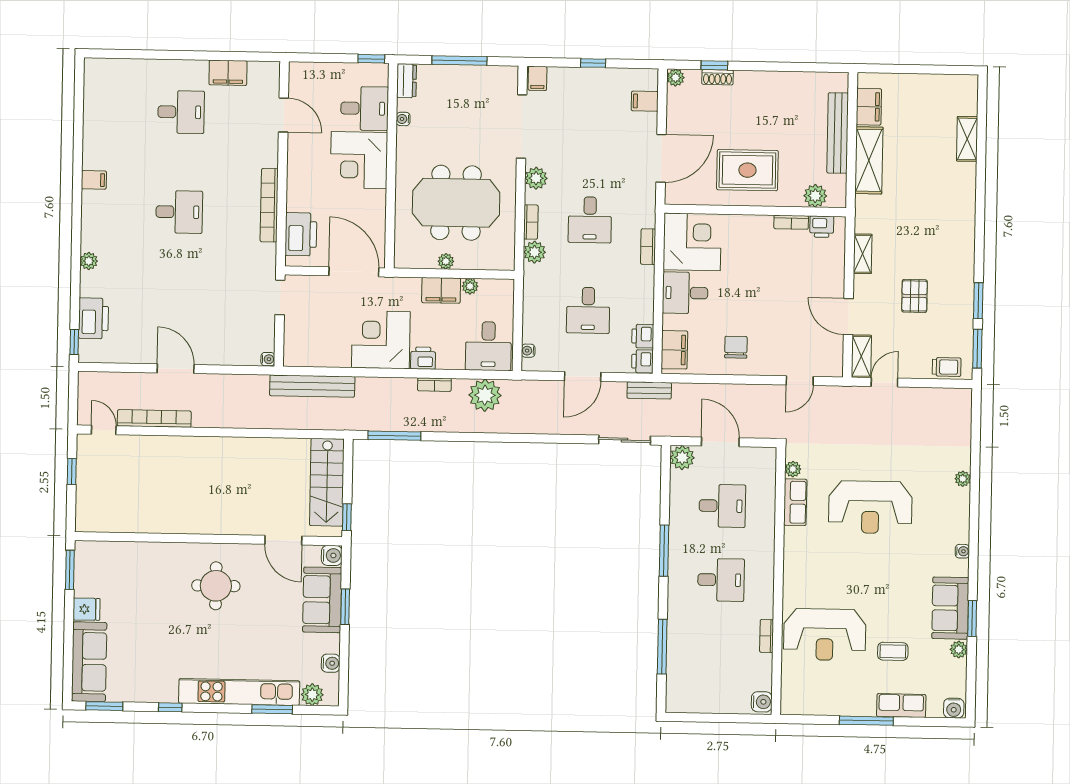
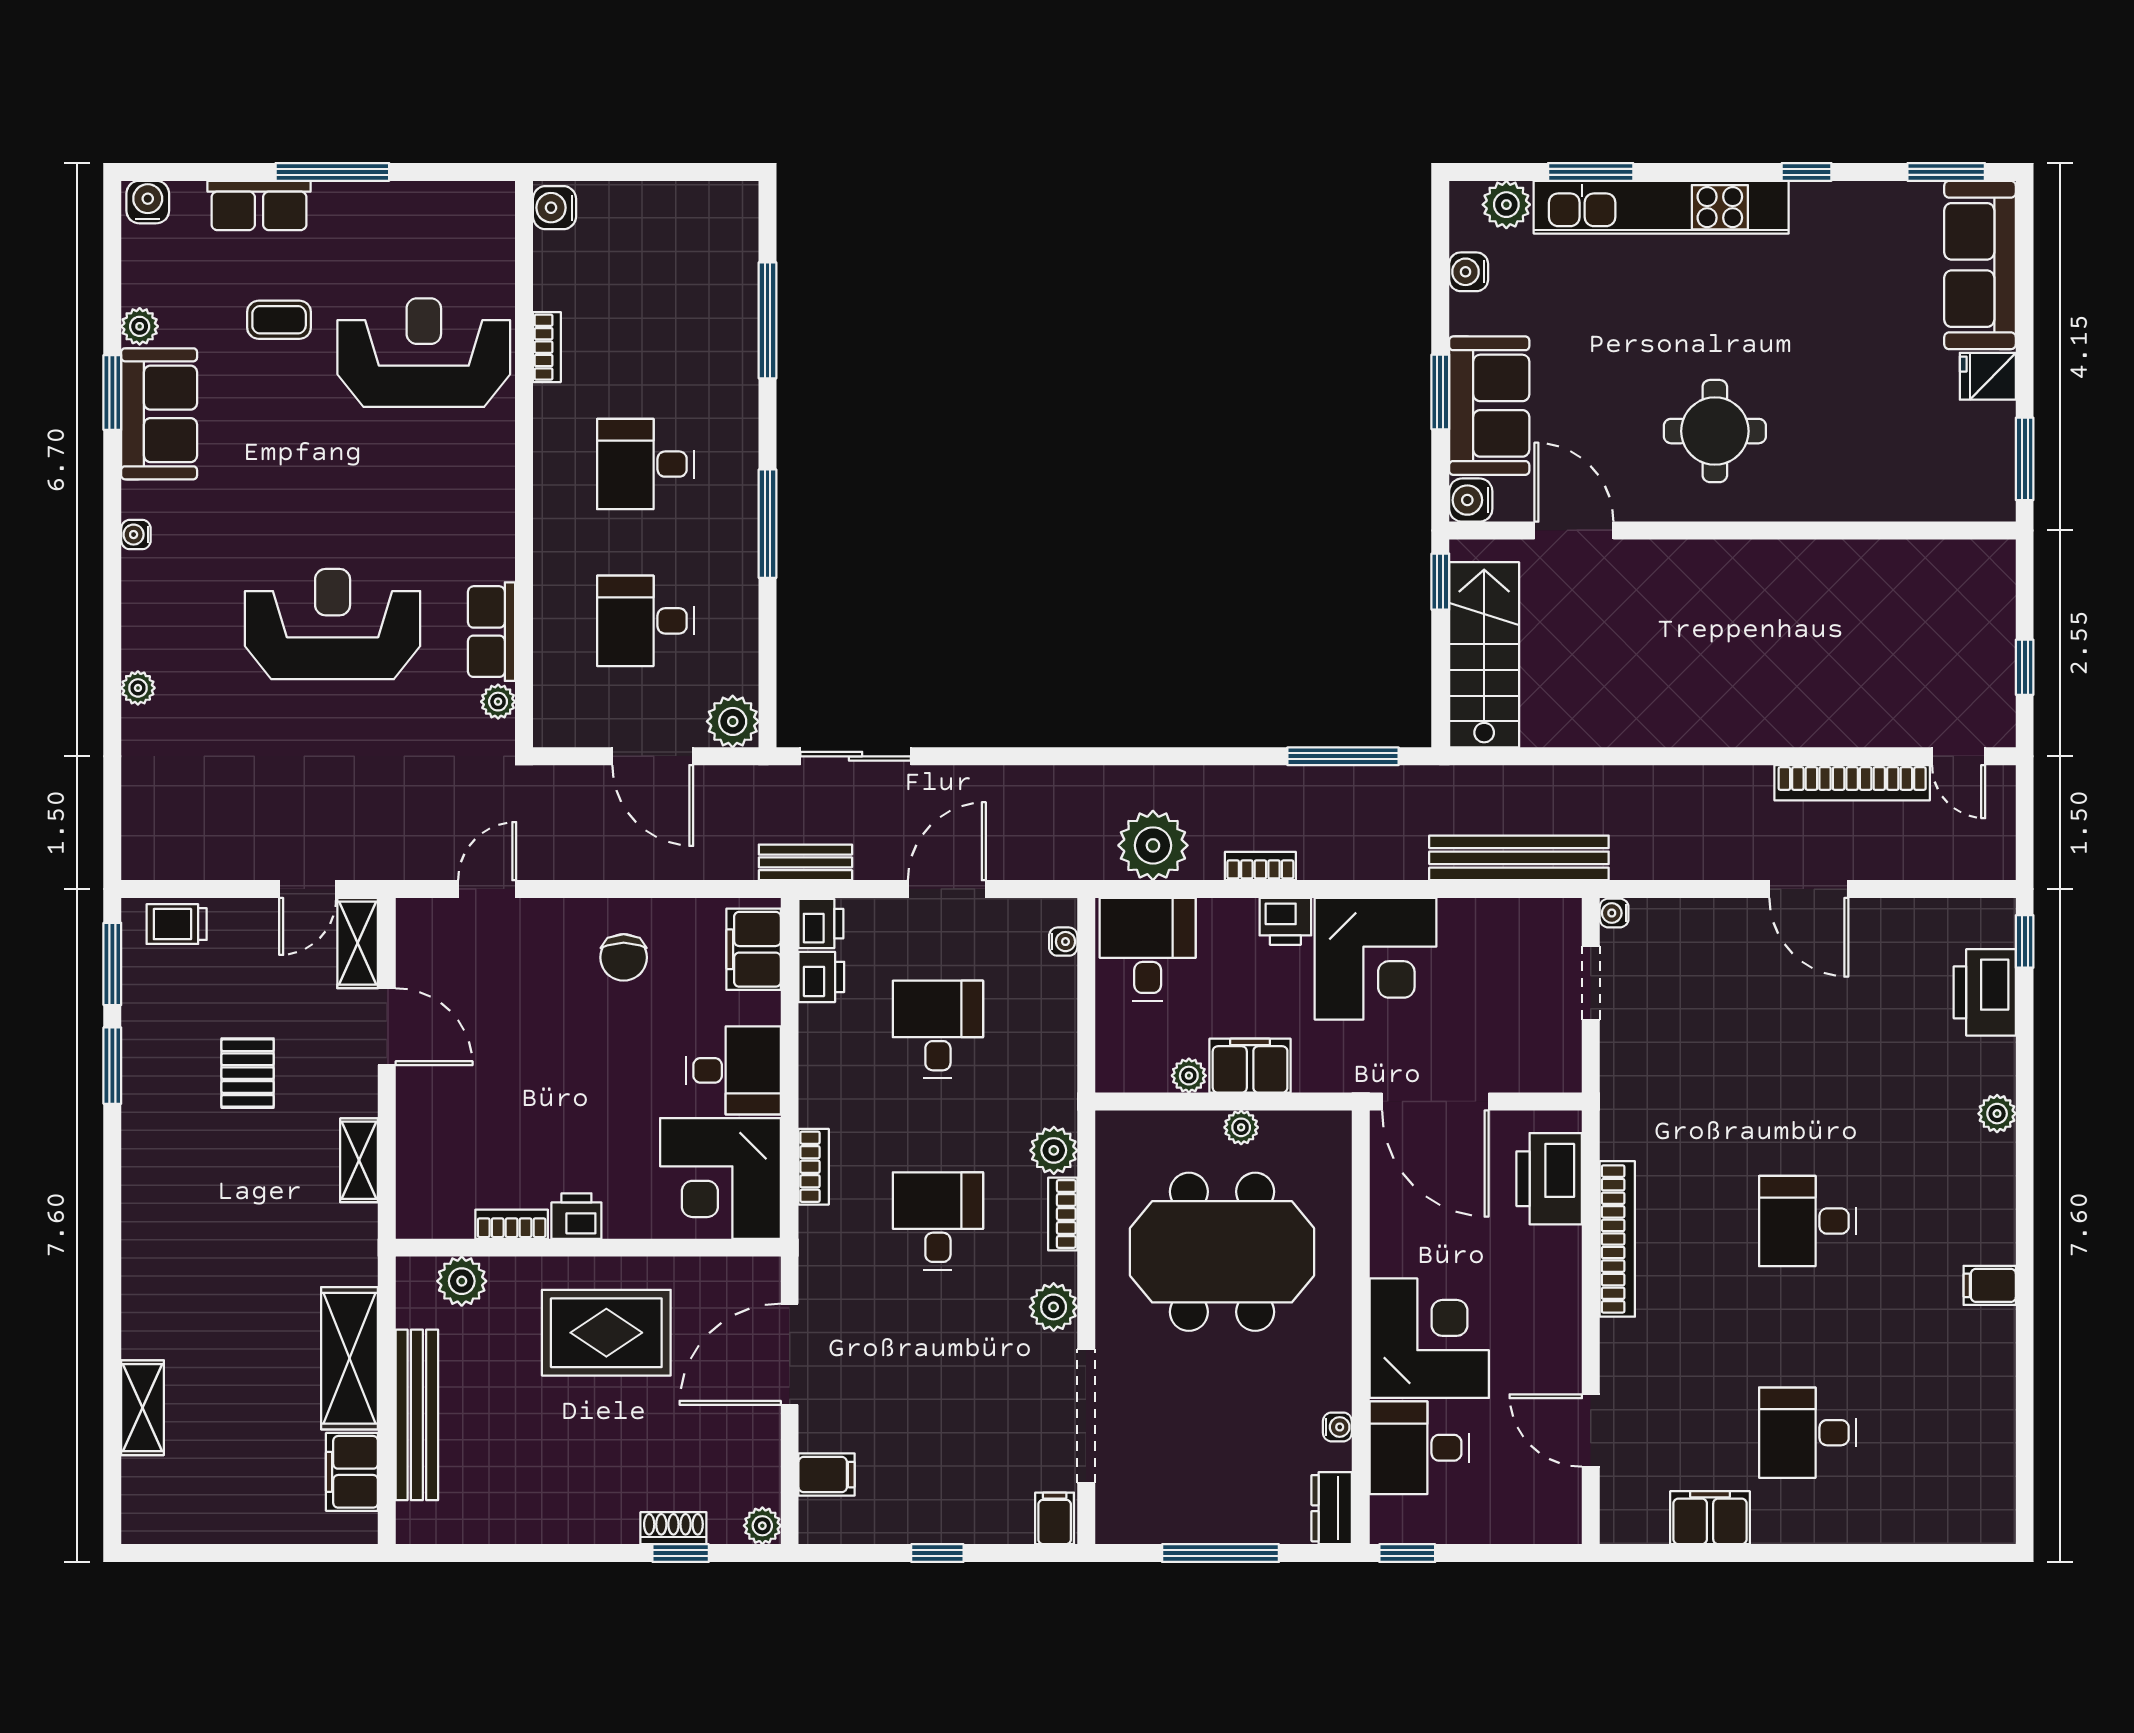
printer: (822, 227) -> (576, 1216), moved
doorway: (280, 297) -> (1591, 983), moved

